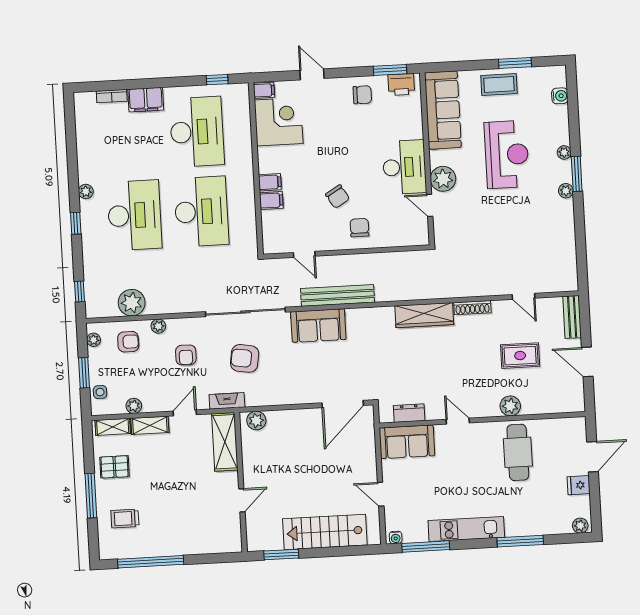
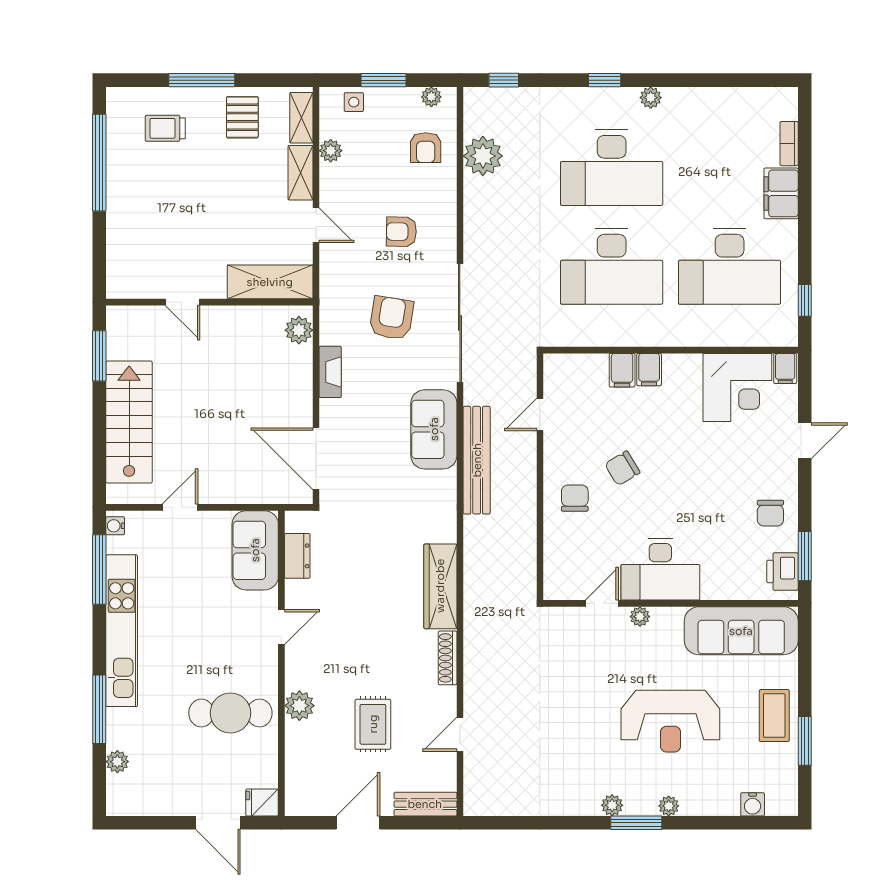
plant: (443, 179) -> (640, 617), width x0.53, depth x0.53
chair: (359, 228) -> (575, 498), turned -90
plant: (158, 326) -> (446, 193), removed
fireplace: (227, 401) -> (330, 372), moved
fridge: (579, 485) -> (262, 803), moved, turned -90
trolley: (125, 519) -> (165, 128), turned -90
plant: (580, 526) -> (117, 762), moved
kitchen unit: (466, 529) -> (122, 631), width x1.36

